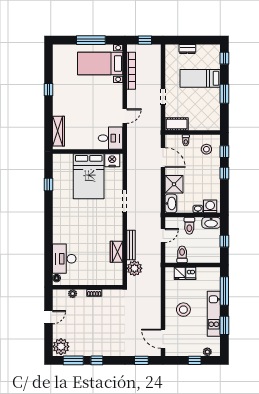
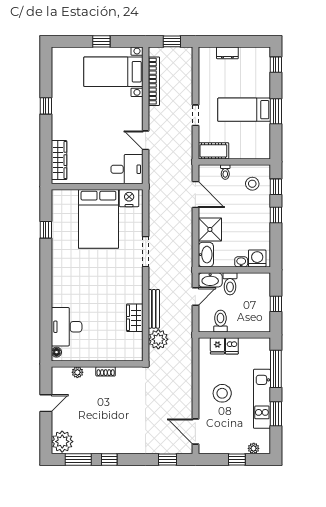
window: (91, 40) -> (101, 41), width x0.46
bed: (200, 78) -> (244, 110), moved
door: (125, 116) -> (146, 140), swing flipped
washbasin: (211, 223) -> (210, 280), moved

